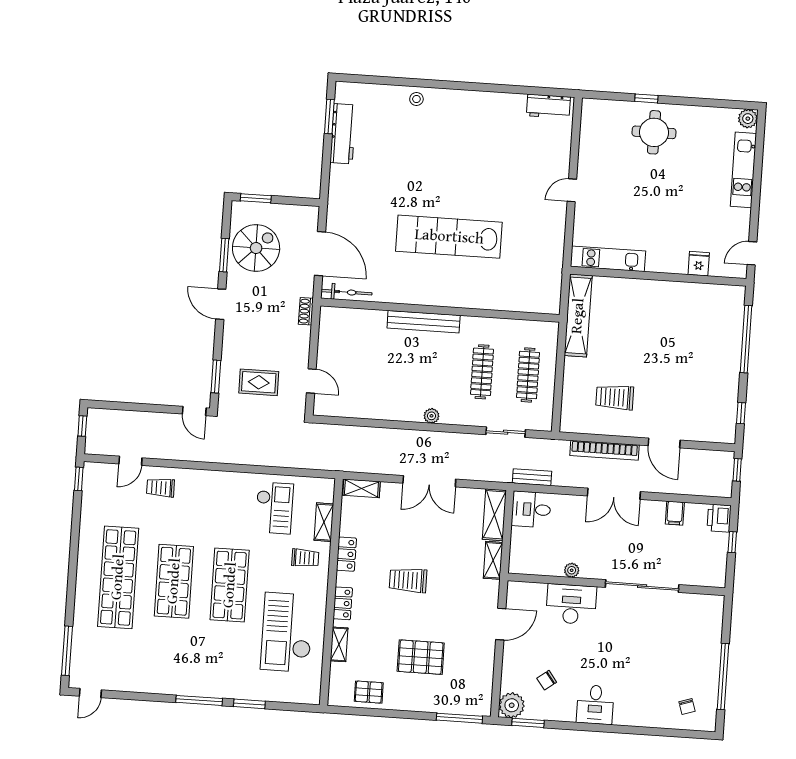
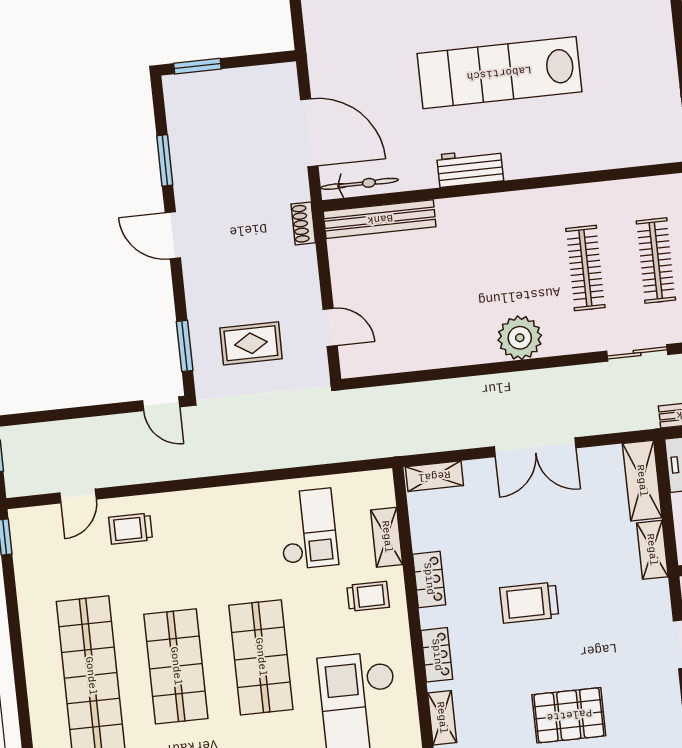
spiral stairs: (256, 248) -> (211, 141), removed
workbench: (419, 294) -> (470, 168), added
bench: (424, 322) -> (380, 219), moved
plant: (431, 416) -> (520, 338), width x1.87, depth x1.87

